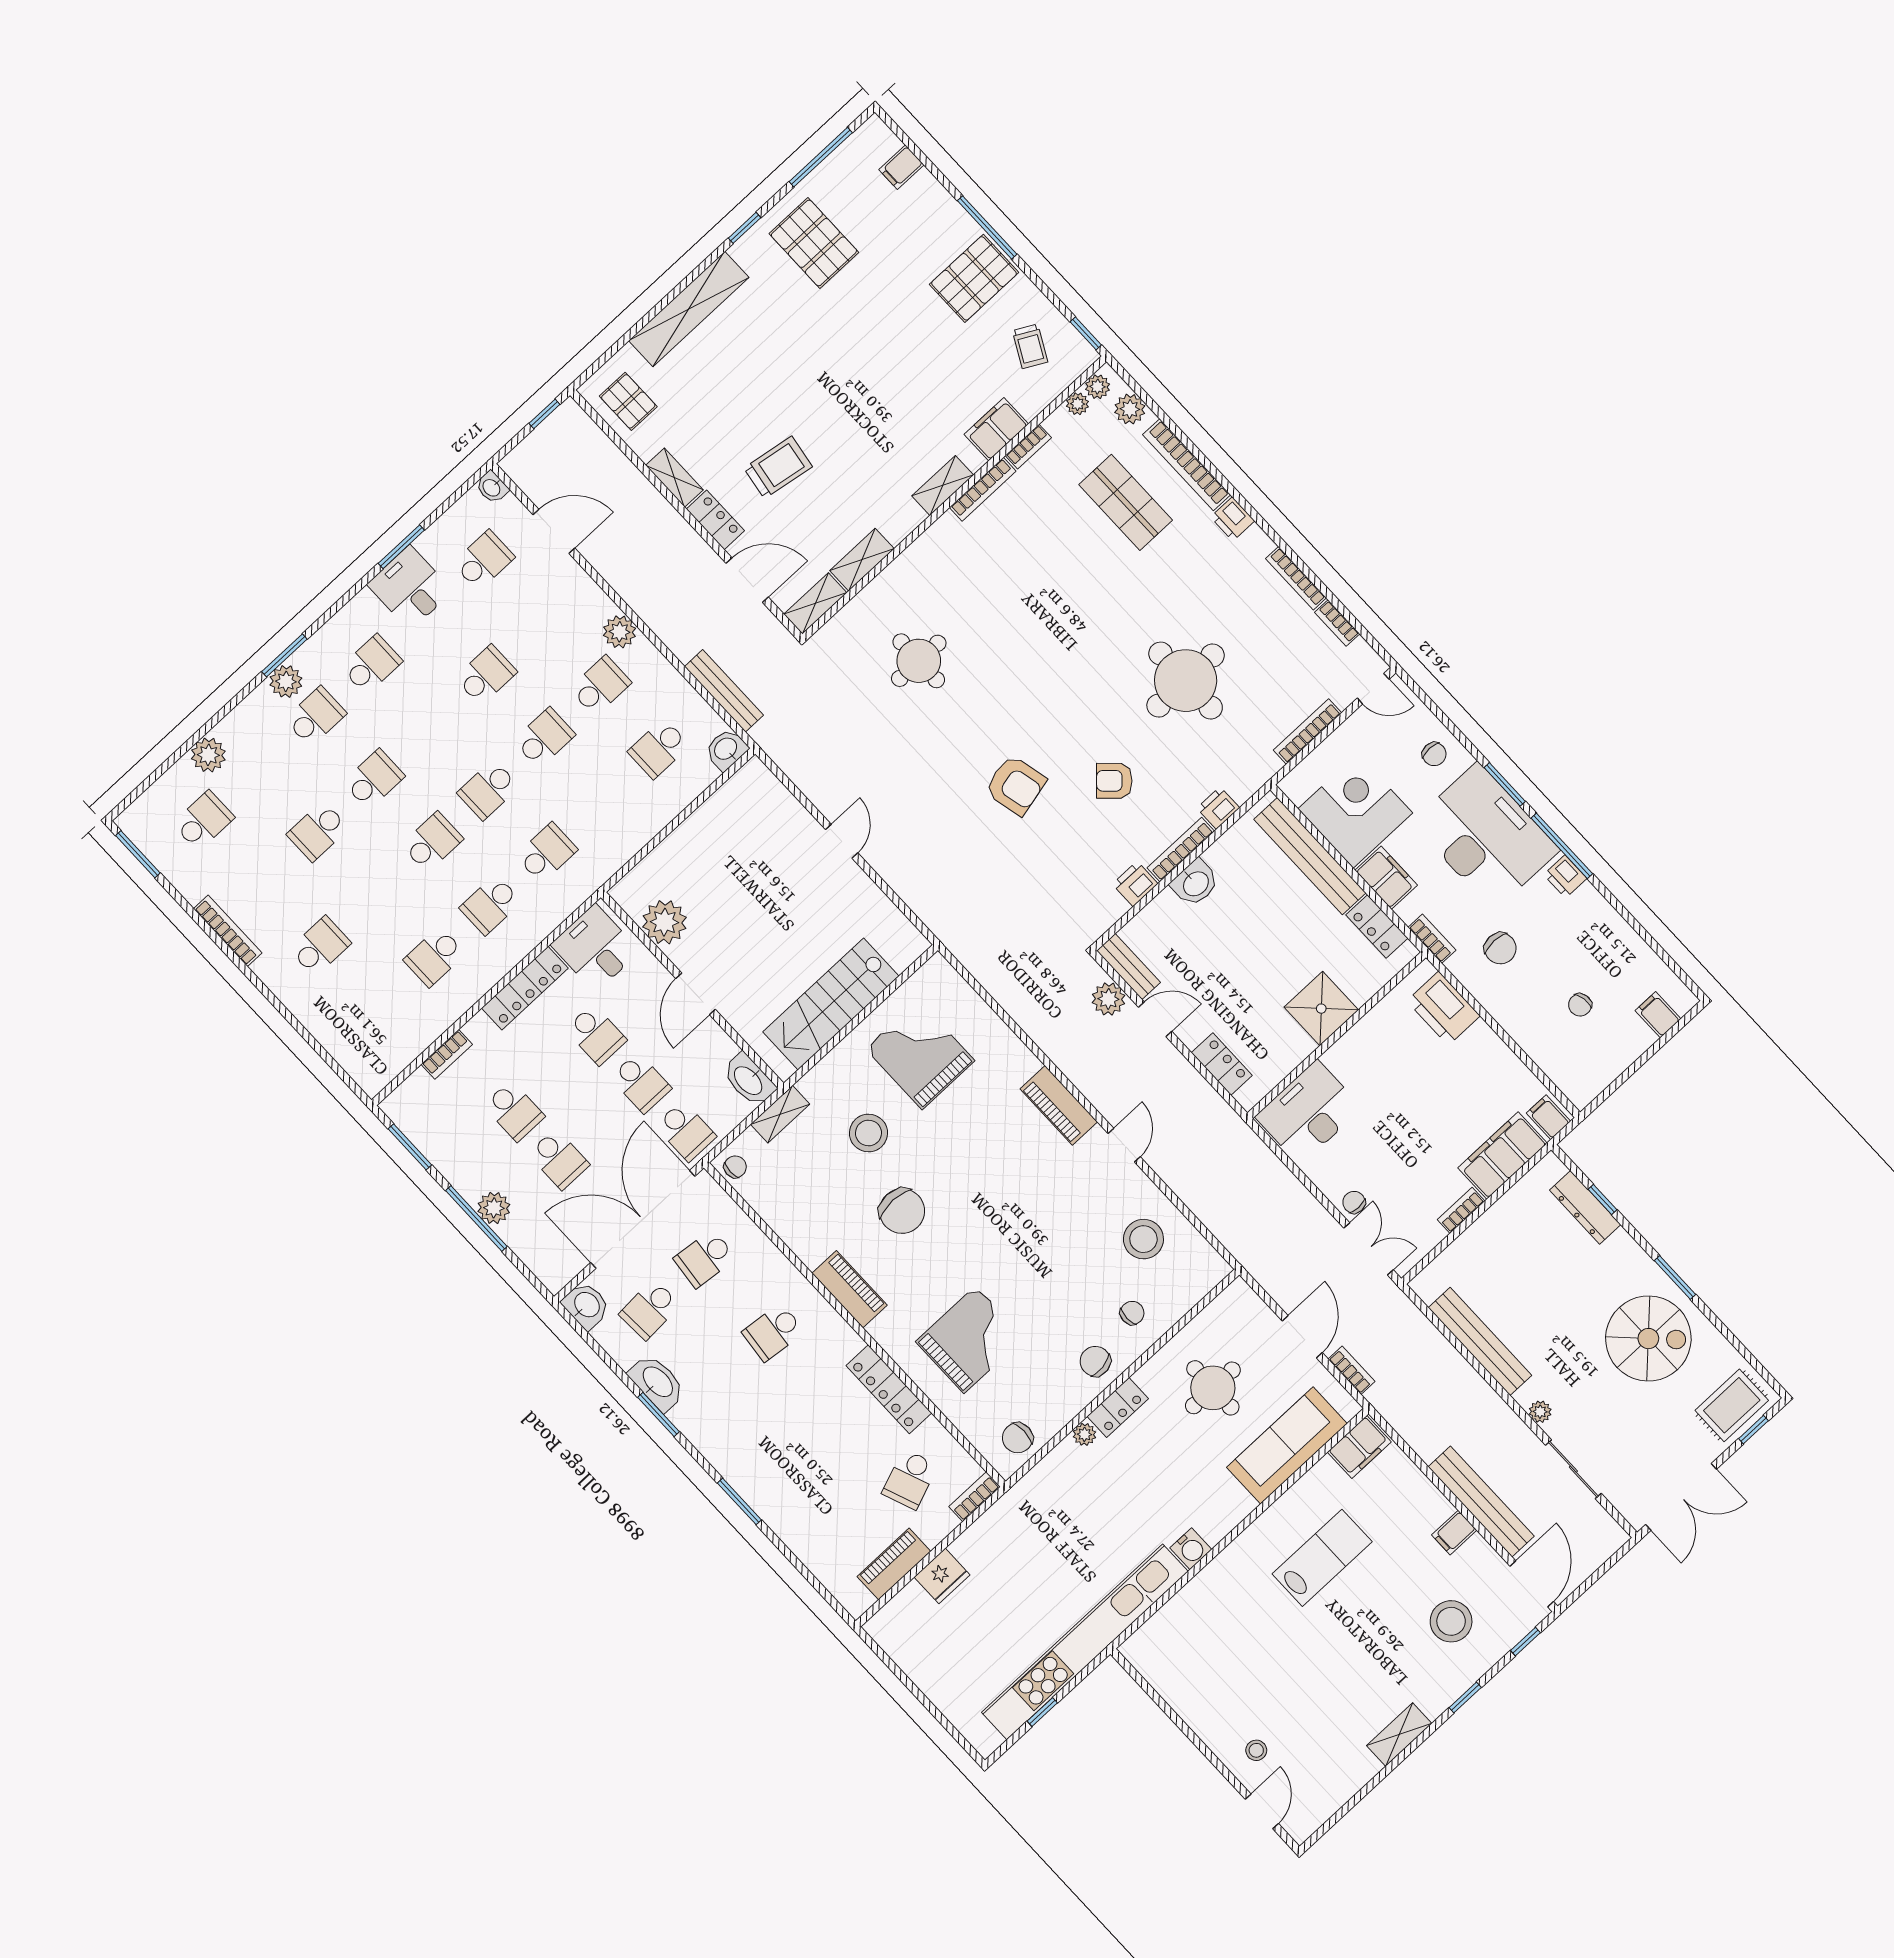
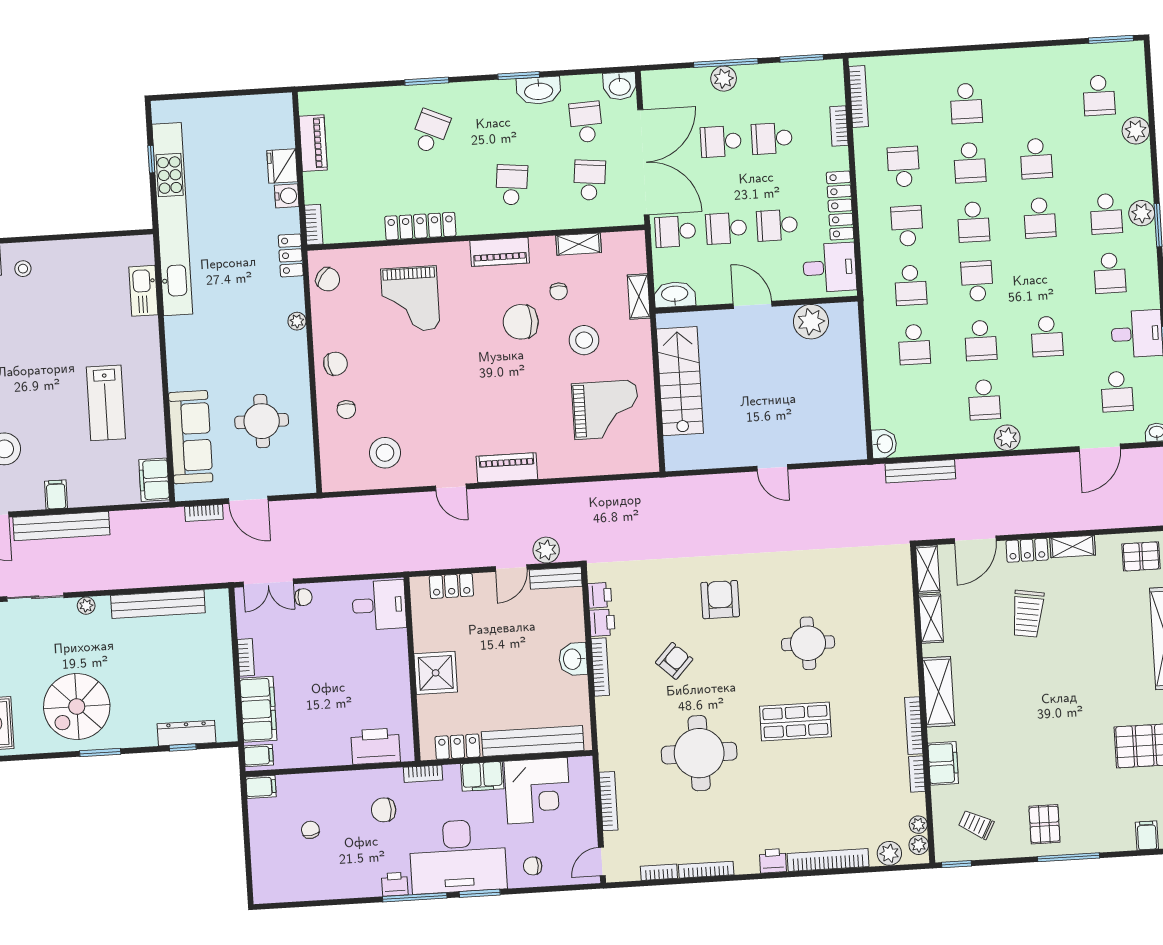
pallet: (974, 278) -> (1044, 824), width x0.67, depth x0.71
shelving: (943, 485) -> (939, 692), width x1.50, depth x1.33
shop shelf: (1126, 502) -> (795, 722), moved
round table: (919, 661) -> (808, 643), moved
school desk: (659, 748) -> (914, 344), moved, turned 180
armchair: (1015, 785) -> (720, 600), turned 103
printer: (1218, 808) -> (600, 595), moved
school desk: (318, 831) -> (1036, 159), turned 180
school desk: (376, 894) -> (970, 163), added
bookcase: (228, 931) -> (859, 97), moved, turned -90
filing cabinet: (1658, 1015) -> (261, 787), moved
desk: (1309, 1112) -> (379, 605), width x0.73
chair: (735, 1167) -> (559, 291), moved
shelving: (777, 1217) -> (579, 244), added
locker: (1118, 1407) -> (291, 255), moved
chair: (1018, 1438) -> (328, 279), turned 127
school desk: (910, 1479) -> (430, 132), moved, turned 45
water cooler: (1191, 1549) -> (287, 196), moved, turned 180
kitchen sink: (1180, 1612) -> (143, 291), added

